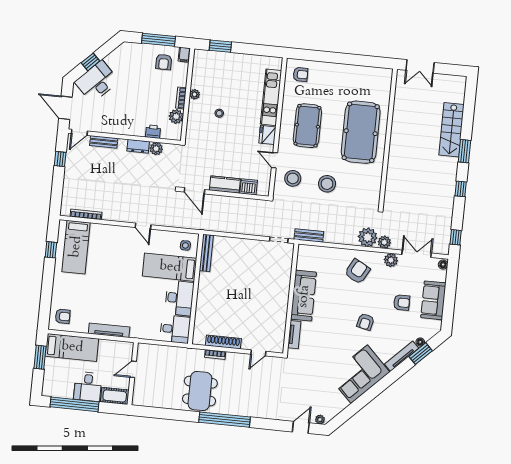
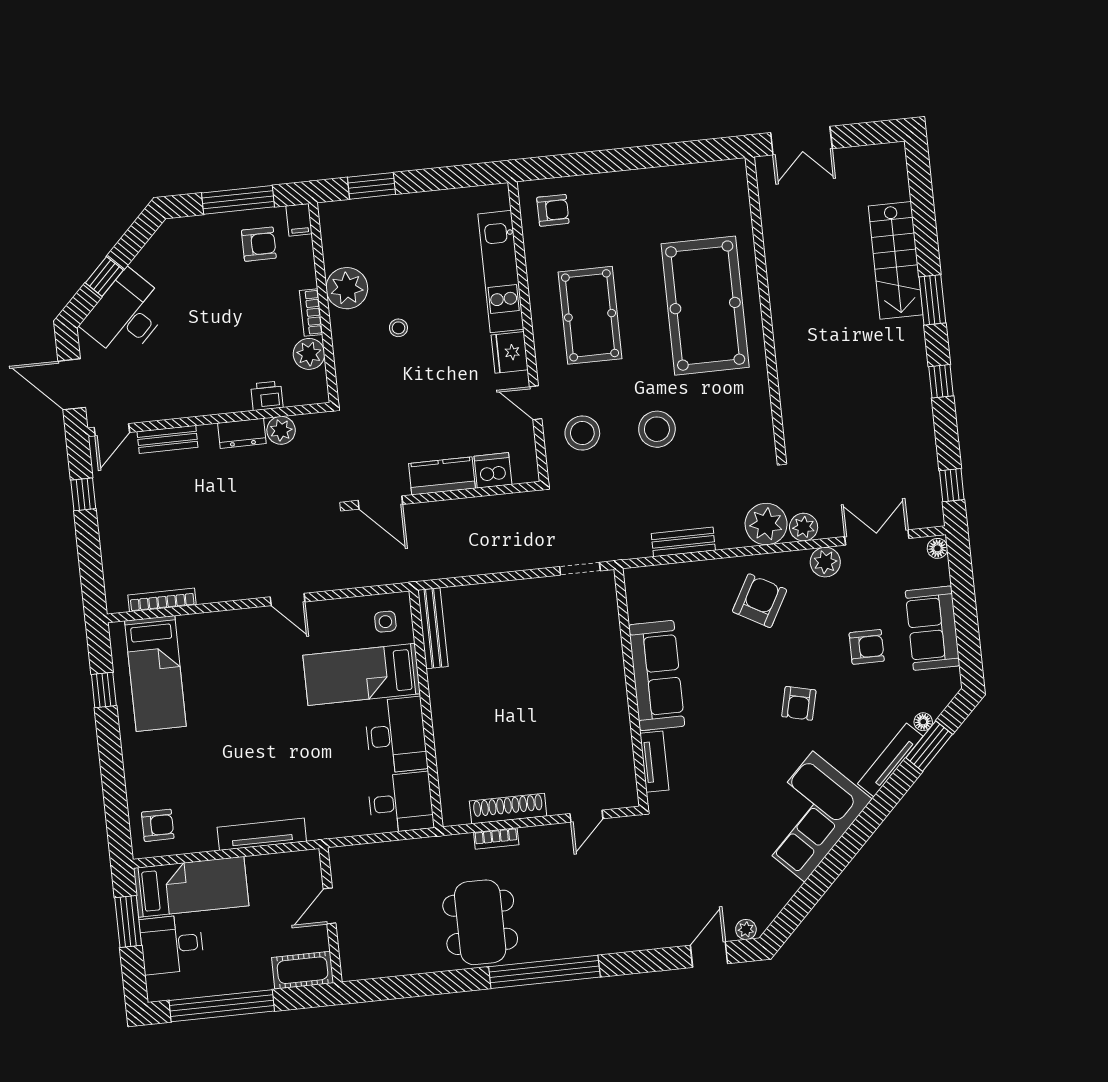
armchair: (164, 62) -> (259, 244), turned -90
plant: (195, 94) -> (347, 288), width x1.87, depth x1.87
bench: (309, 235) -> (683, 542), moved
desk: (88, 387) -> (172, 944), moved, turned 90

